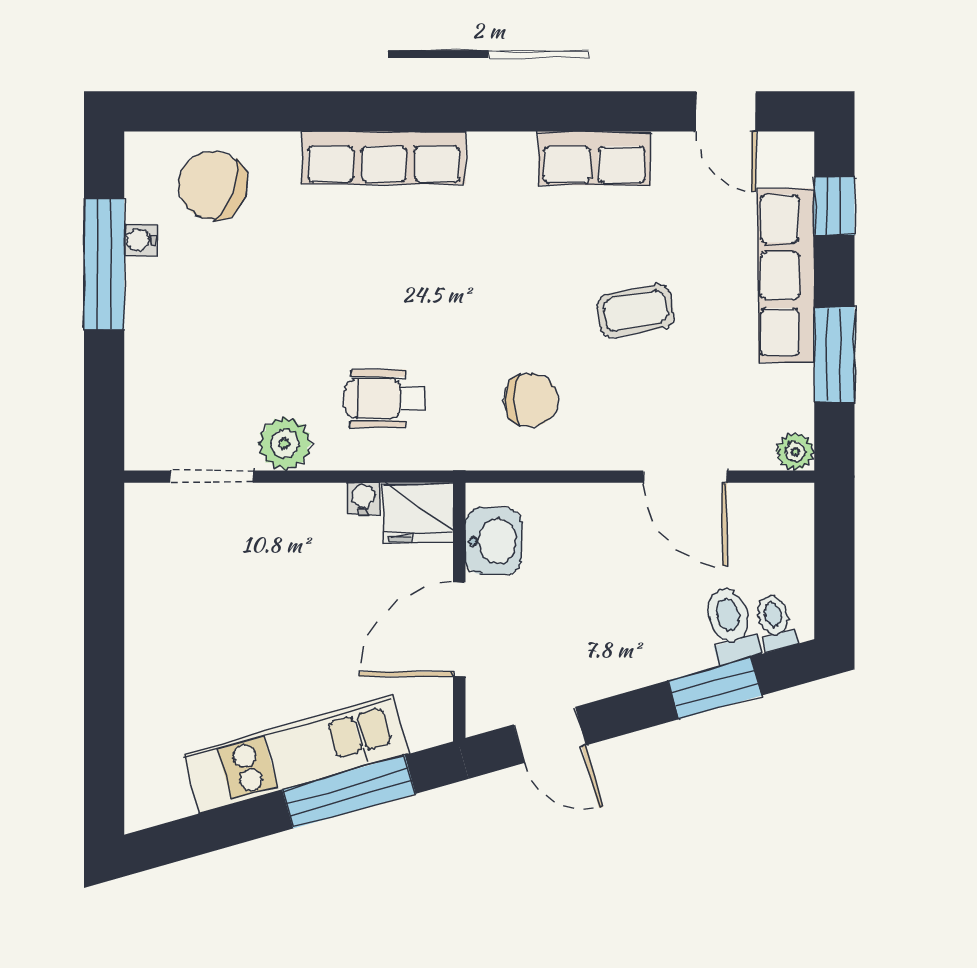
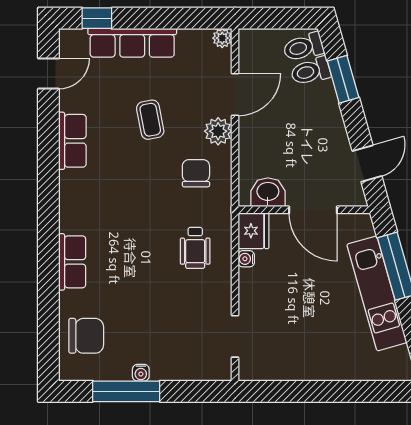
row of seats: (384, 158) -> (72, 262), width x0.68
chair: (213, 185) -> (86, 336), turned -109
water cooler: (140, 240) -> (141, 373), moved
window: (834, 354) -> (173, 18), removed
plant: (285, 444) -> (218, 131), moved
toilet: (775, 622) -> (303, 47), width x1.37, depth x1.39

